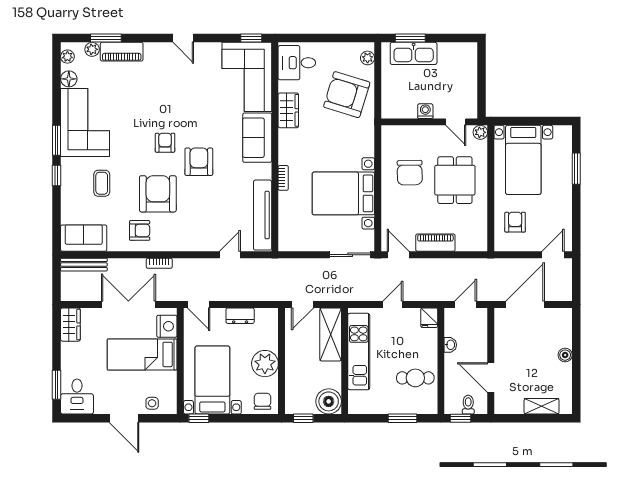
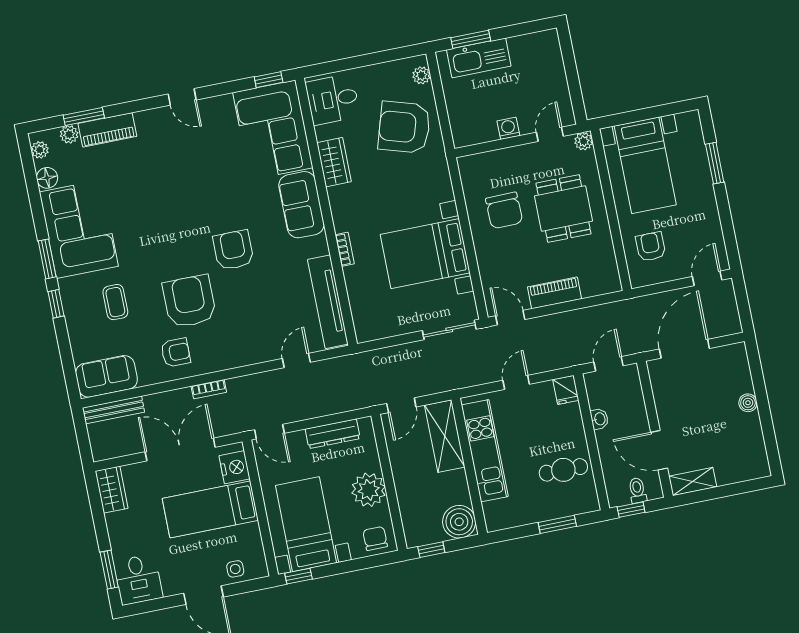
door: (456, 122) -> (550, 134), swing flipped
armchair: (165, 143) -> (186, 235), removed
dresser: (240, 316) -> (333, 434), width x1.44
shelving: (542, 406) -> (693, 482), moved

